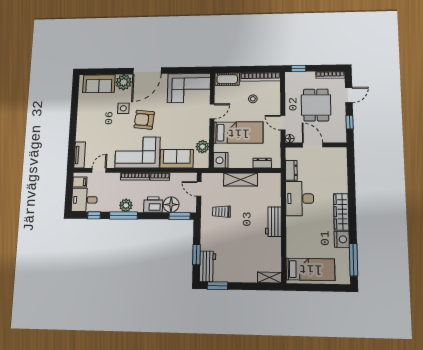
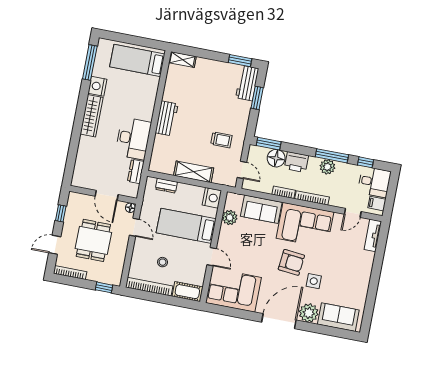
door: (212, 111) -> (212, 257), swing flipped

